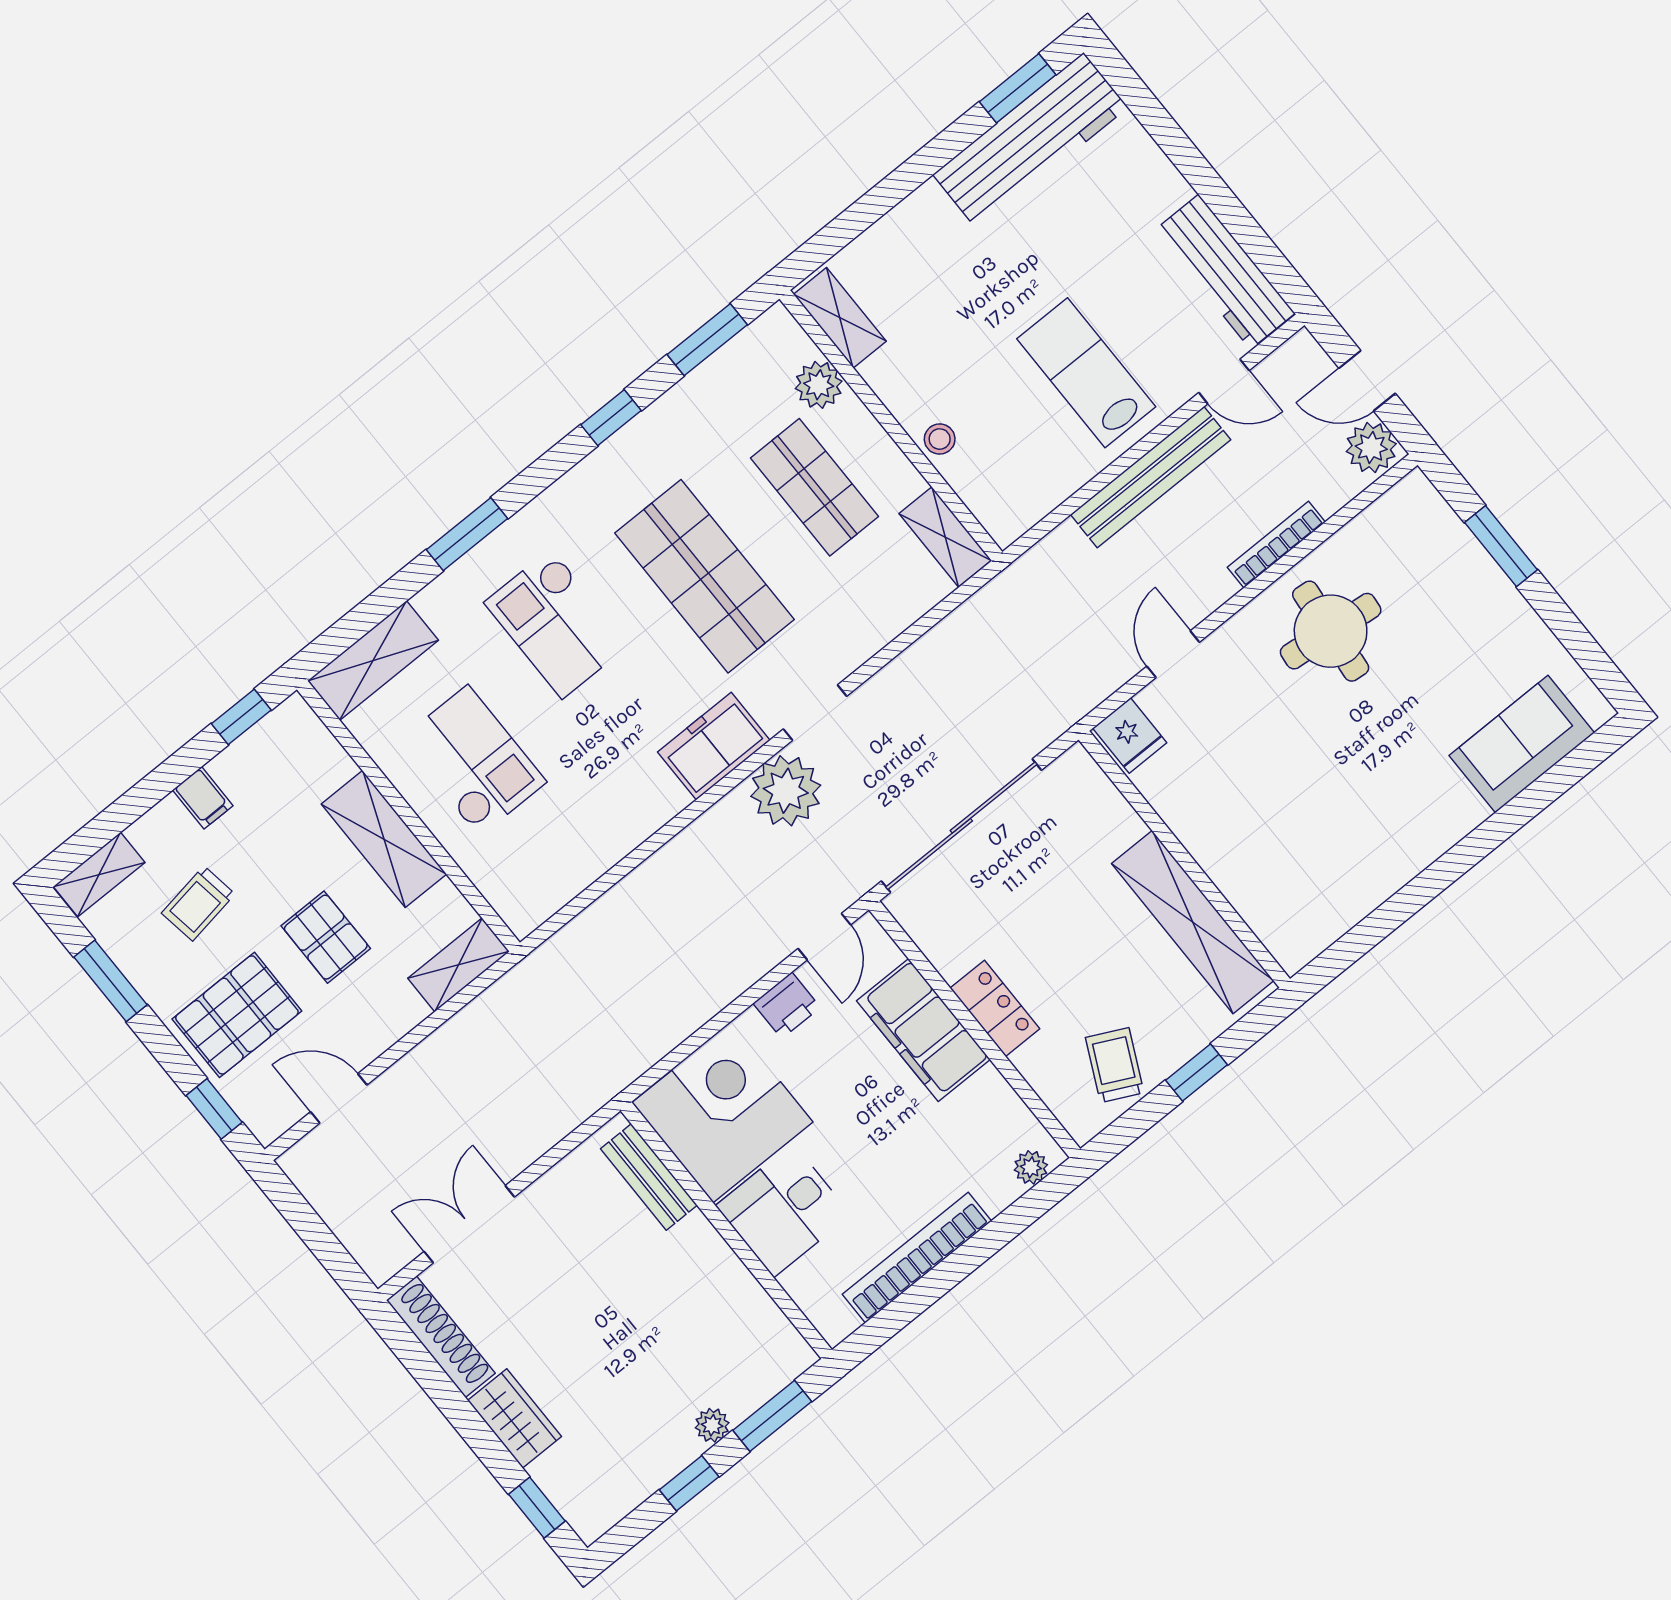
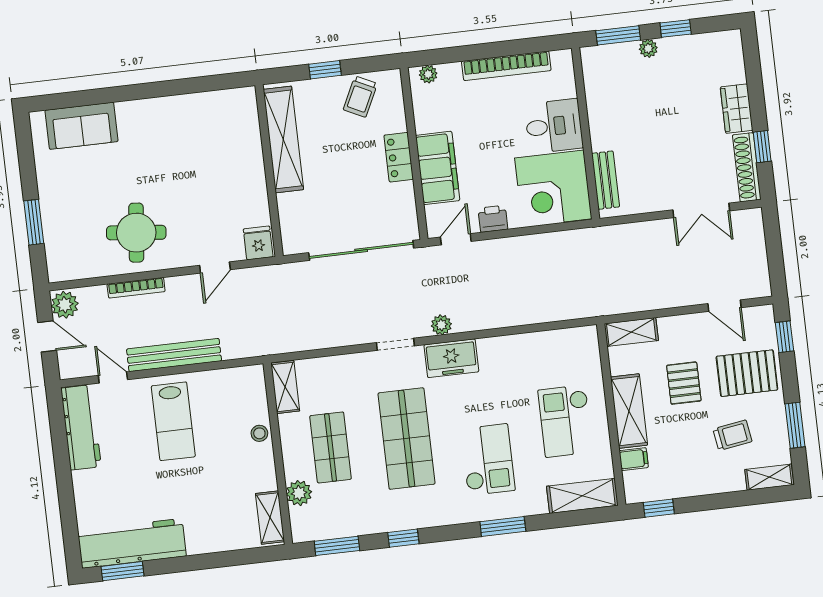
plant: (786, 791) -> (441, 325), width x0.53, depth x0.53
filing cabinet: (203, 798) -> (634, 459), moved, turned 90
window: (537, 1508) -> (762, 147), moved

